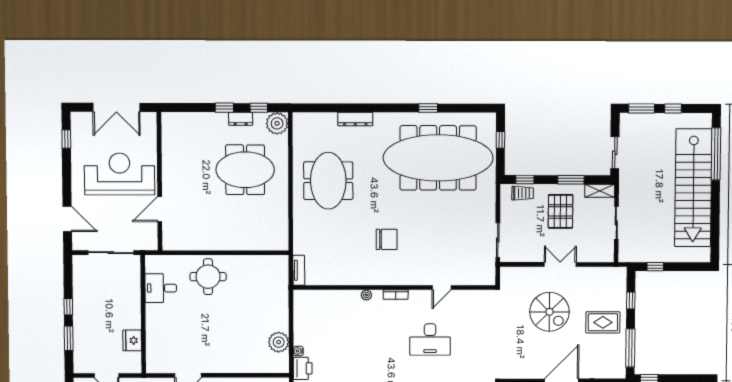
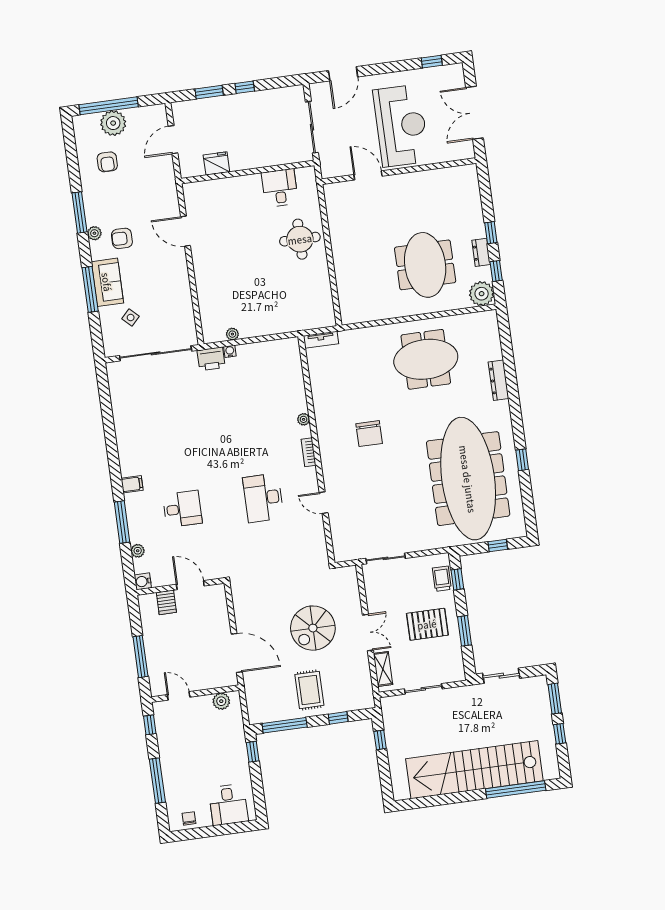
shelving: (600, 191) -> (383, 669), moved
trolley: (523, 193) -> (442, 579), turned 180
plant: (279, 342) -> (232, 334), width x0.53, depth x0.53

